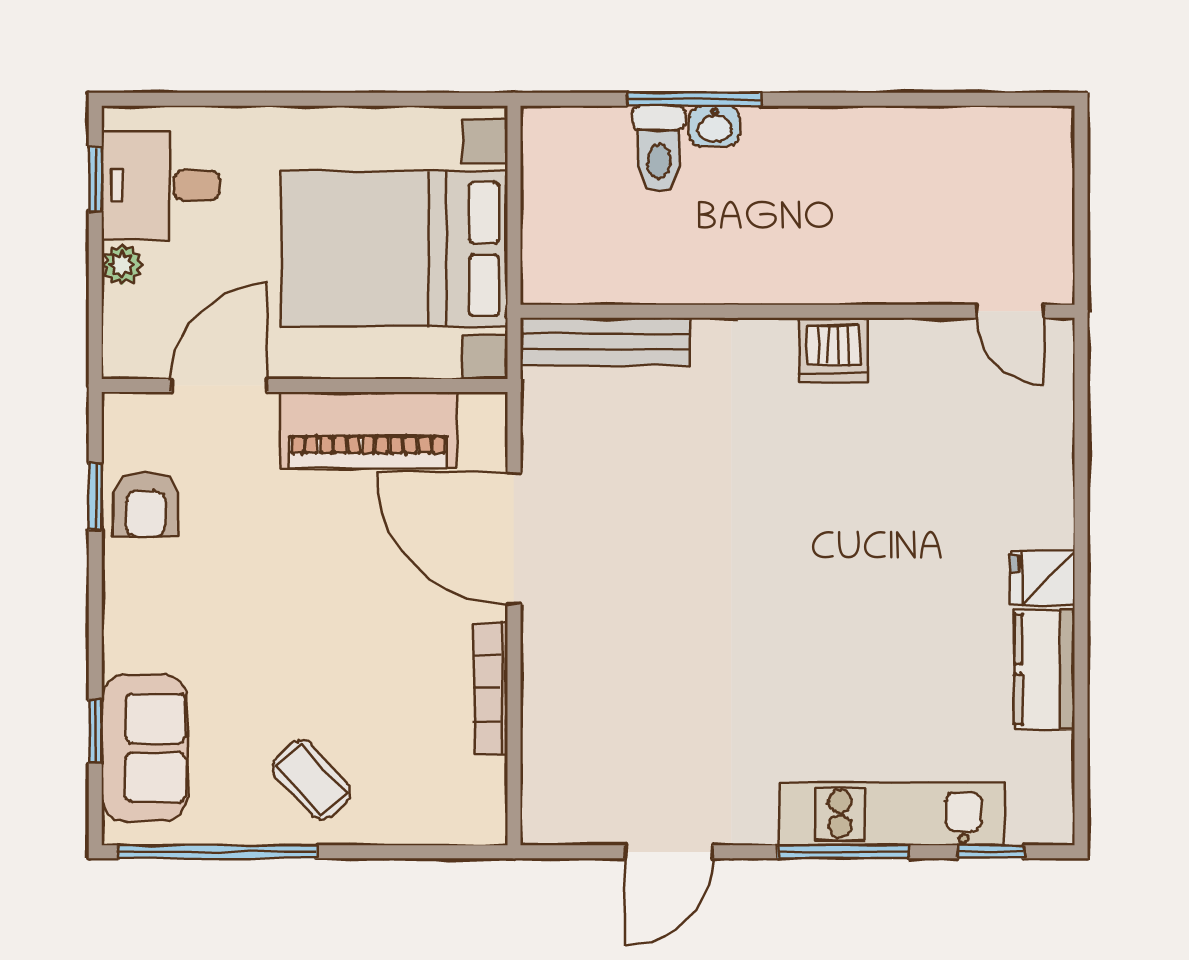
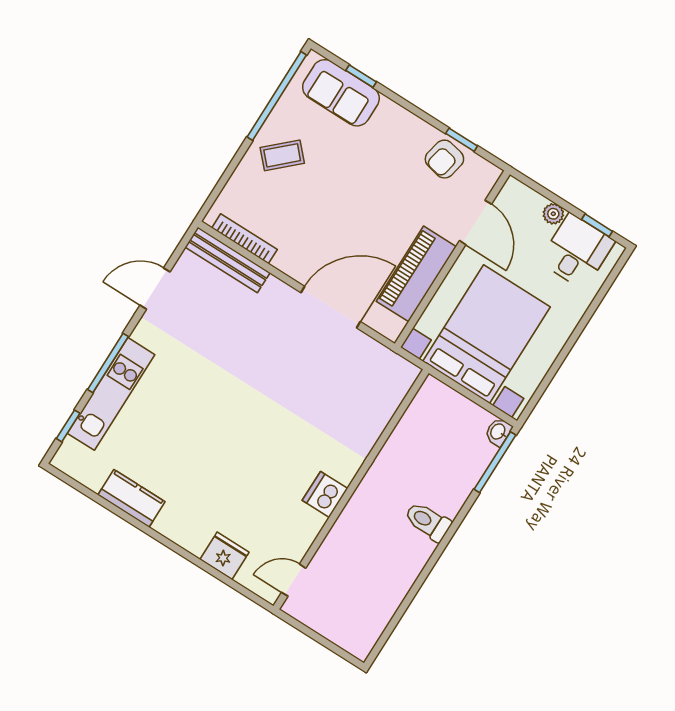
window: (694, 99) -> (495, 462), moved
washbasin: (714, 126) -> (498, 432), moved
toilet: (659, 149) -> (428, 521), moved
bench: (605, 341) -> (228, 260), moved, turned 90
armchair: (146, 505) -> (444, 159), turned -78
fridge: (1042, 578) -> (225, 556), moved, width x1.38
bookcase: (491, 689) -> (244, 239), moved
door: (669, 852) -> (155, 289), hinge flipped

